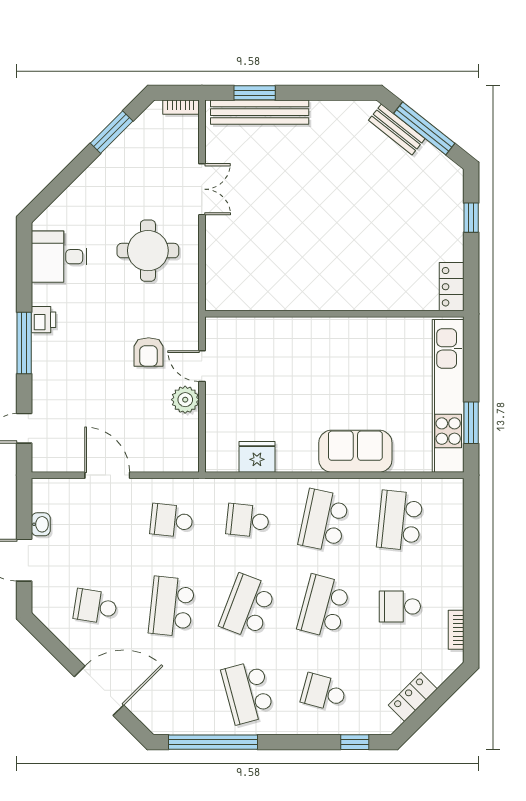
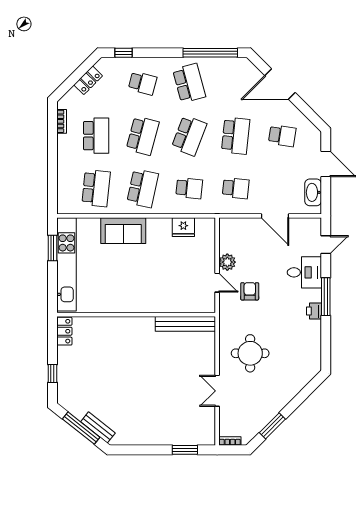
bench: (260, 112) -> (185, 324), moved
desk: (59, 257) -> (304, 272), moved
washbasin: (41, 524) -> (313, 192), width x1.91, depth x1.45
school desk: (400, 606) -> (96, 136), width x1.85

